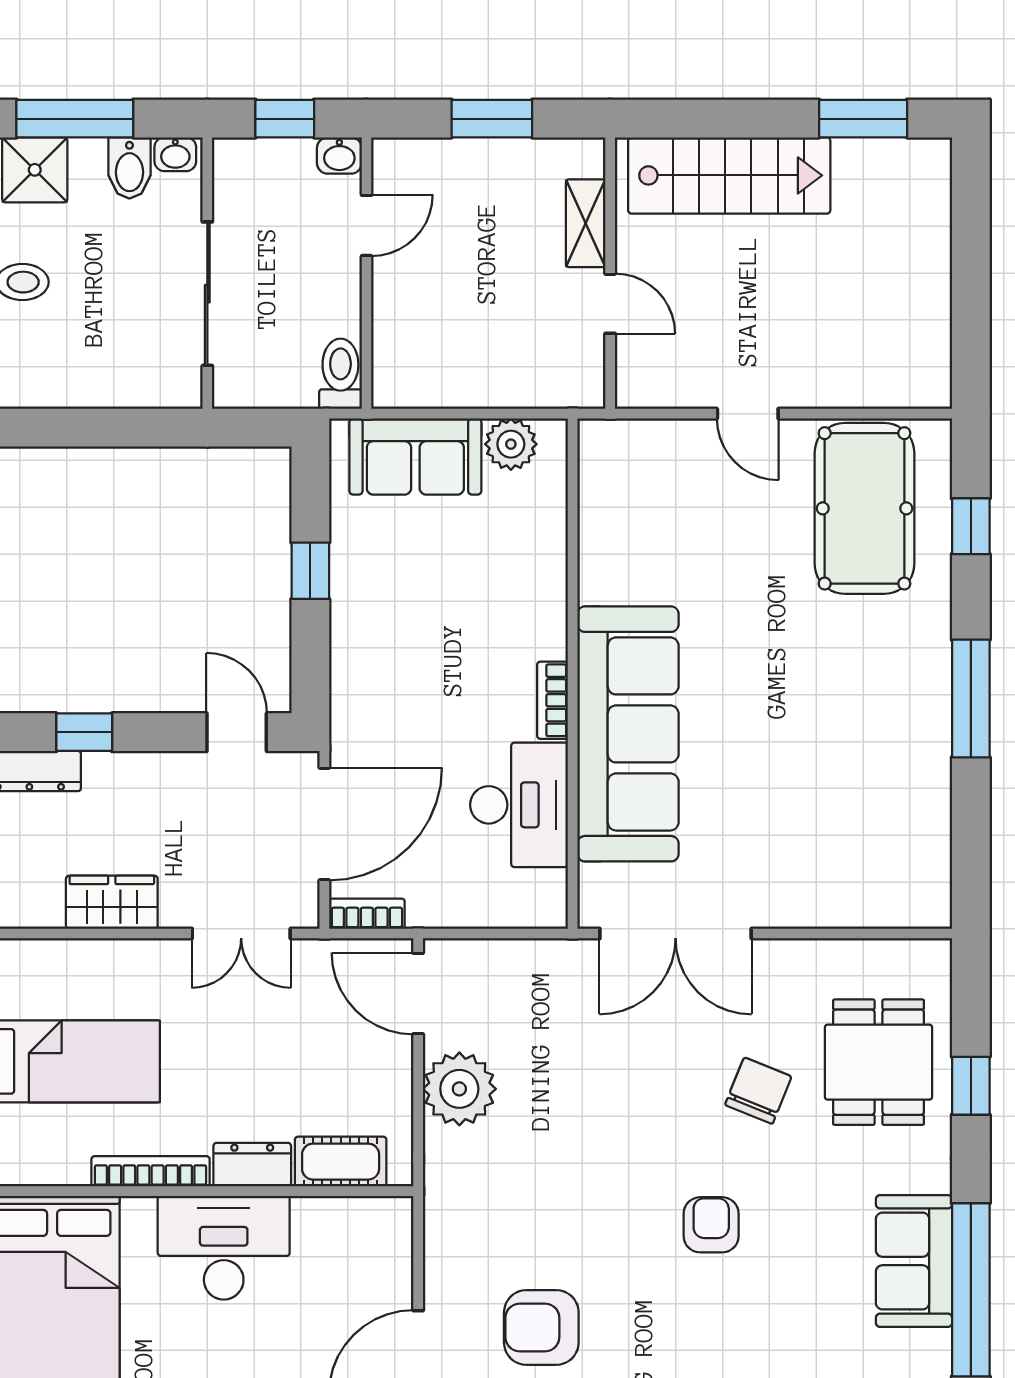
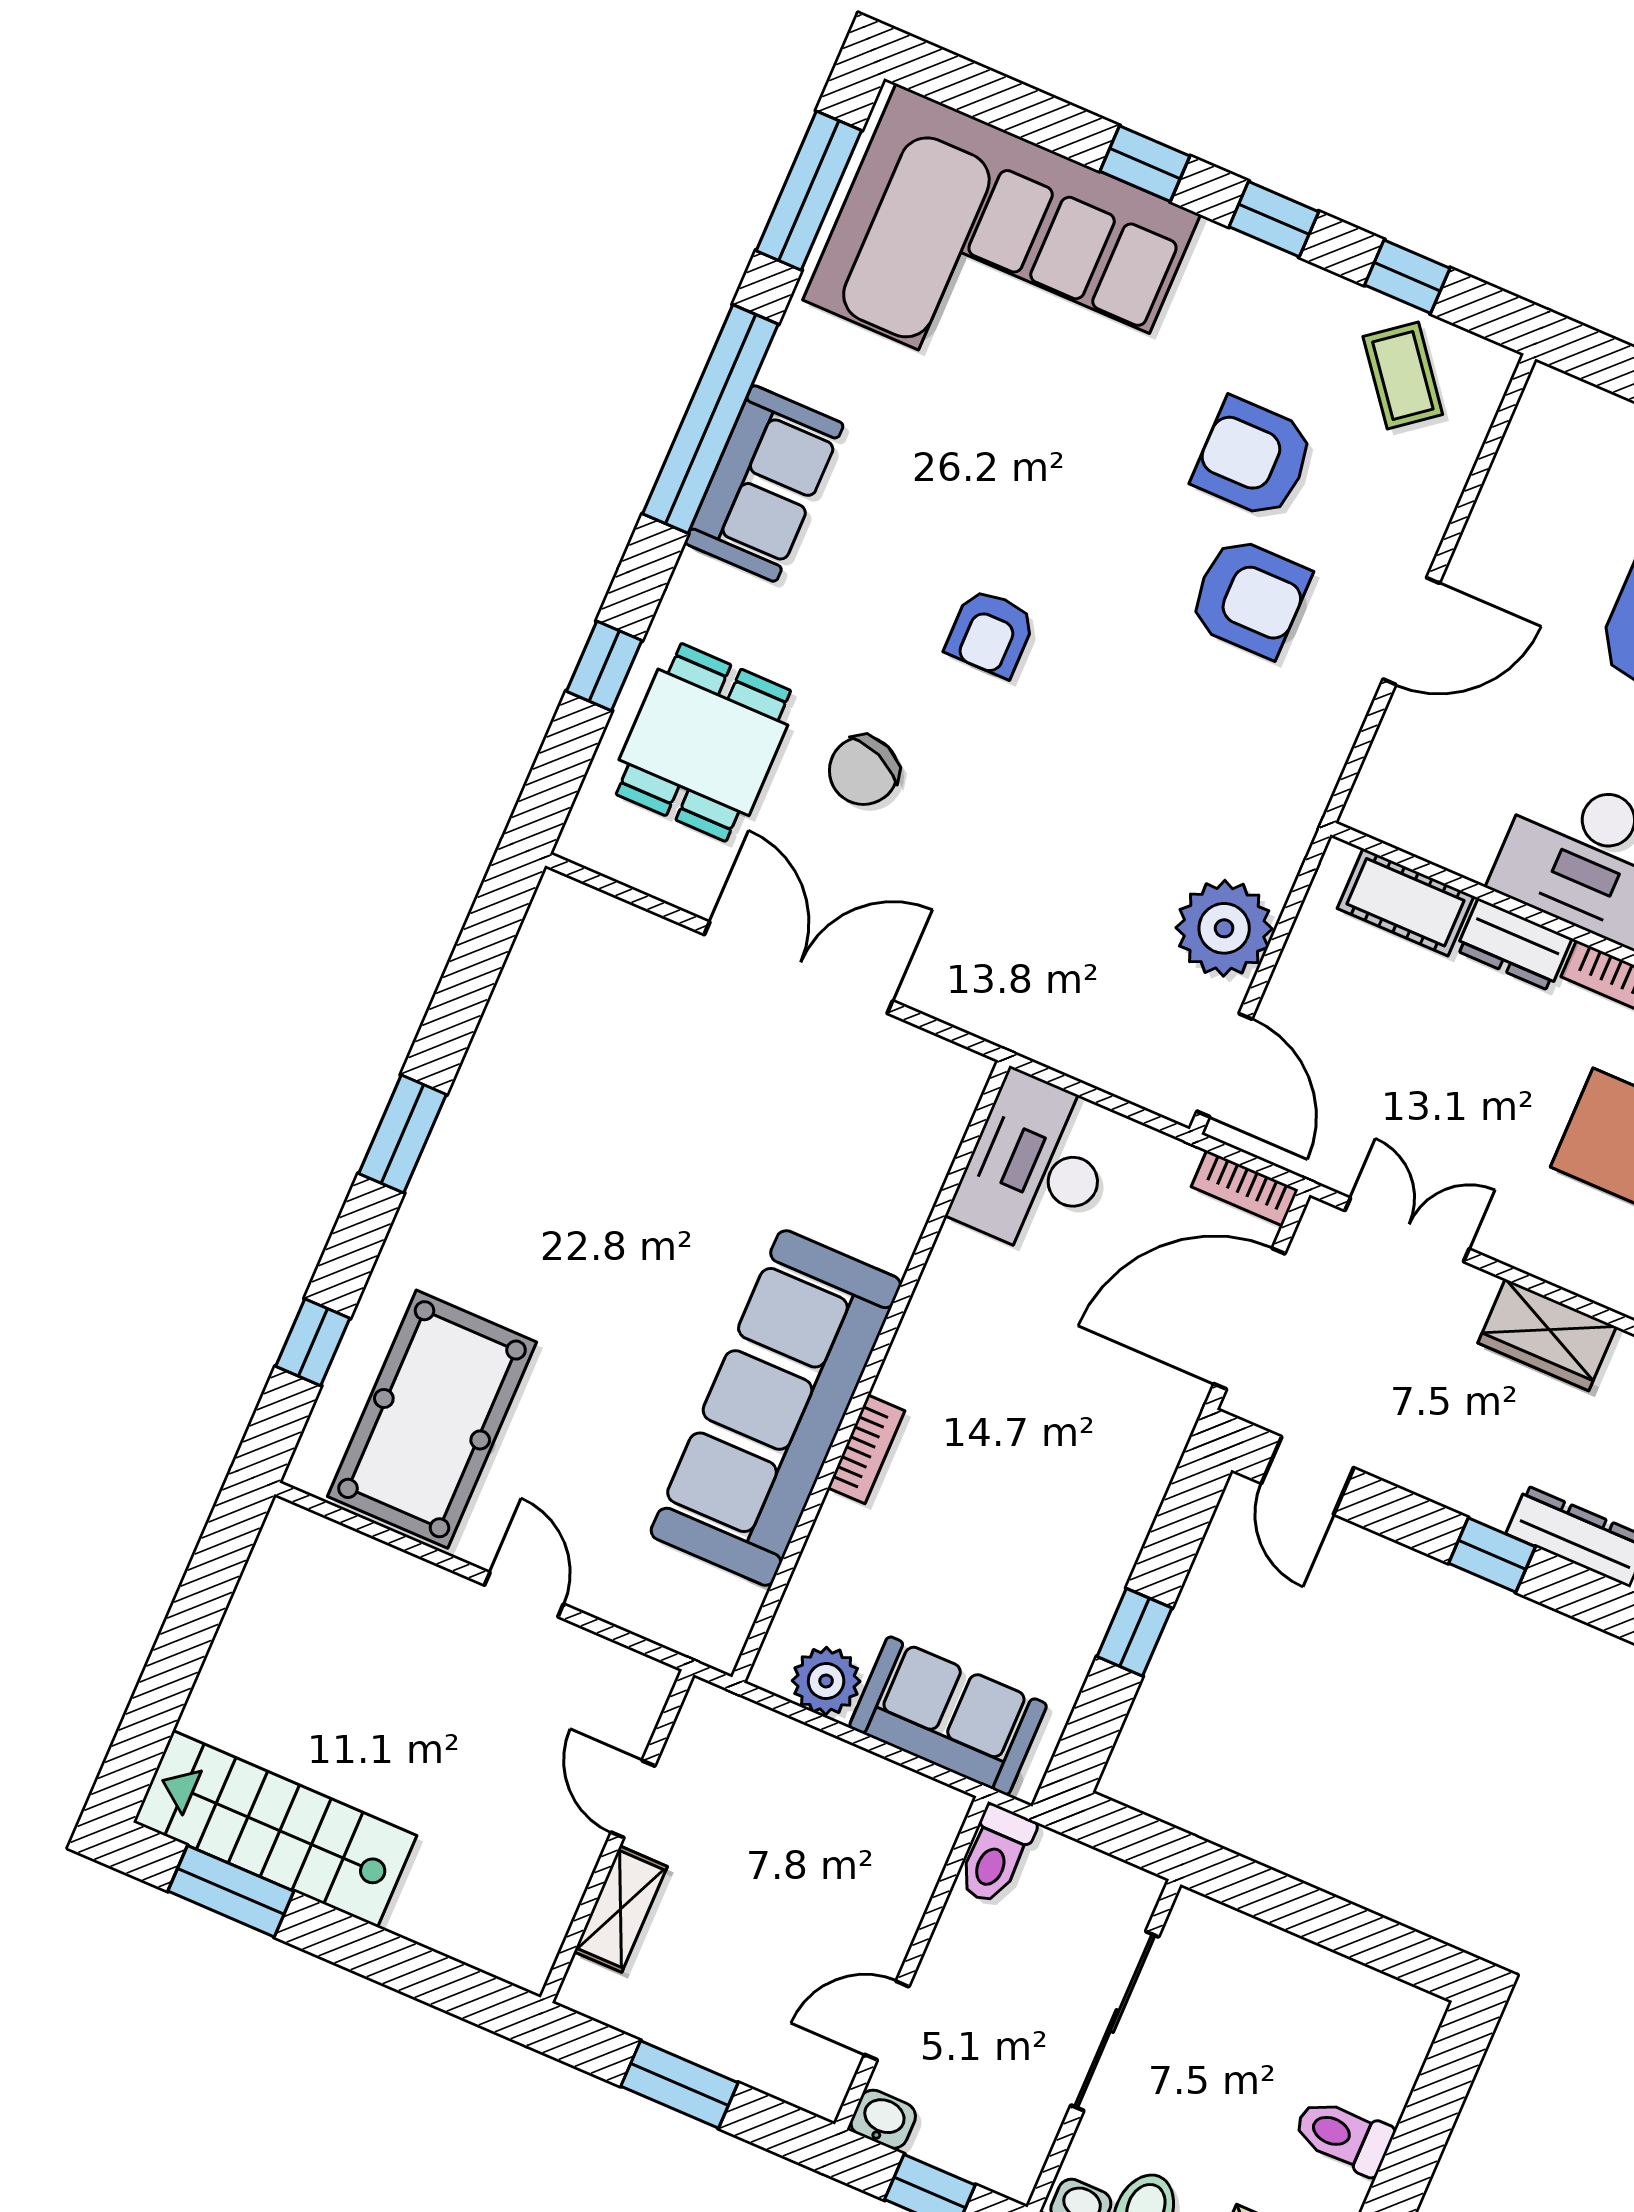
stairs: (729, 175) -> (275, 1829), moved
window: (971, 699) -> (403, 1134), width x0.69
bookcase: (553, 700) -> (866, 1449), moved
sofa: (628, 734) -> (776, 1408), moved
desk: (519, 805) -> (1036, 1166), moved
double door: (676, 934) -> (799, 968), moved

